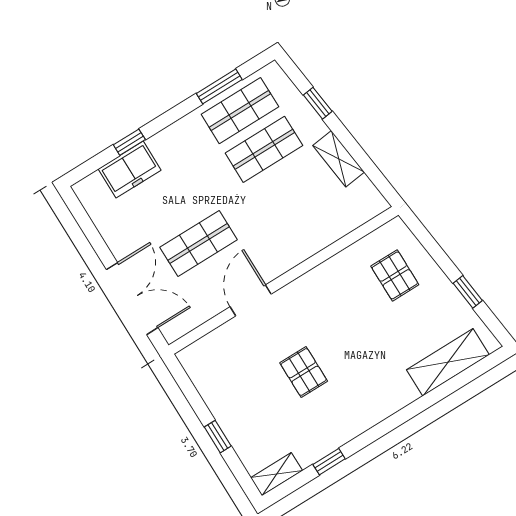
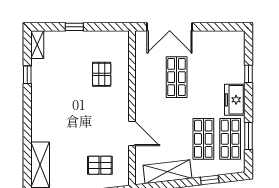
shelving: (339, 159) -> (167, 172), width x1.50, depth x1.33
freezer: (130, 170) -> (235, 100), moved
door: (251, 300) -> (132, 133), moved
pallet: (304, 372) -> (102, 74), moved, turned 90

